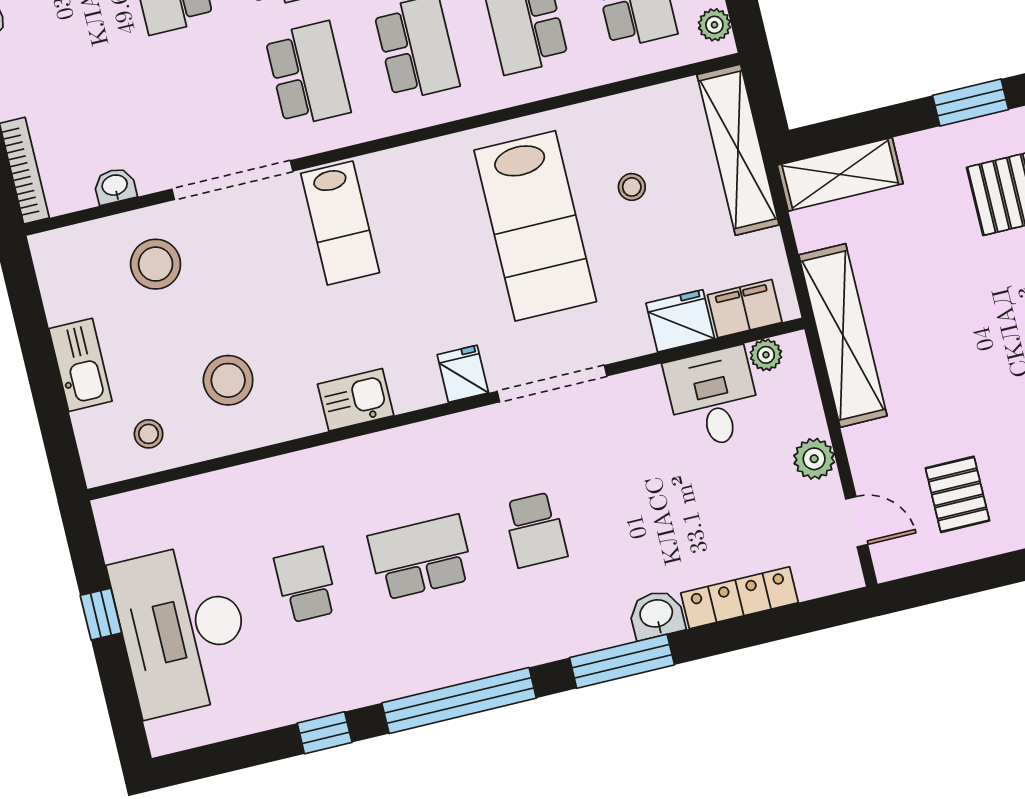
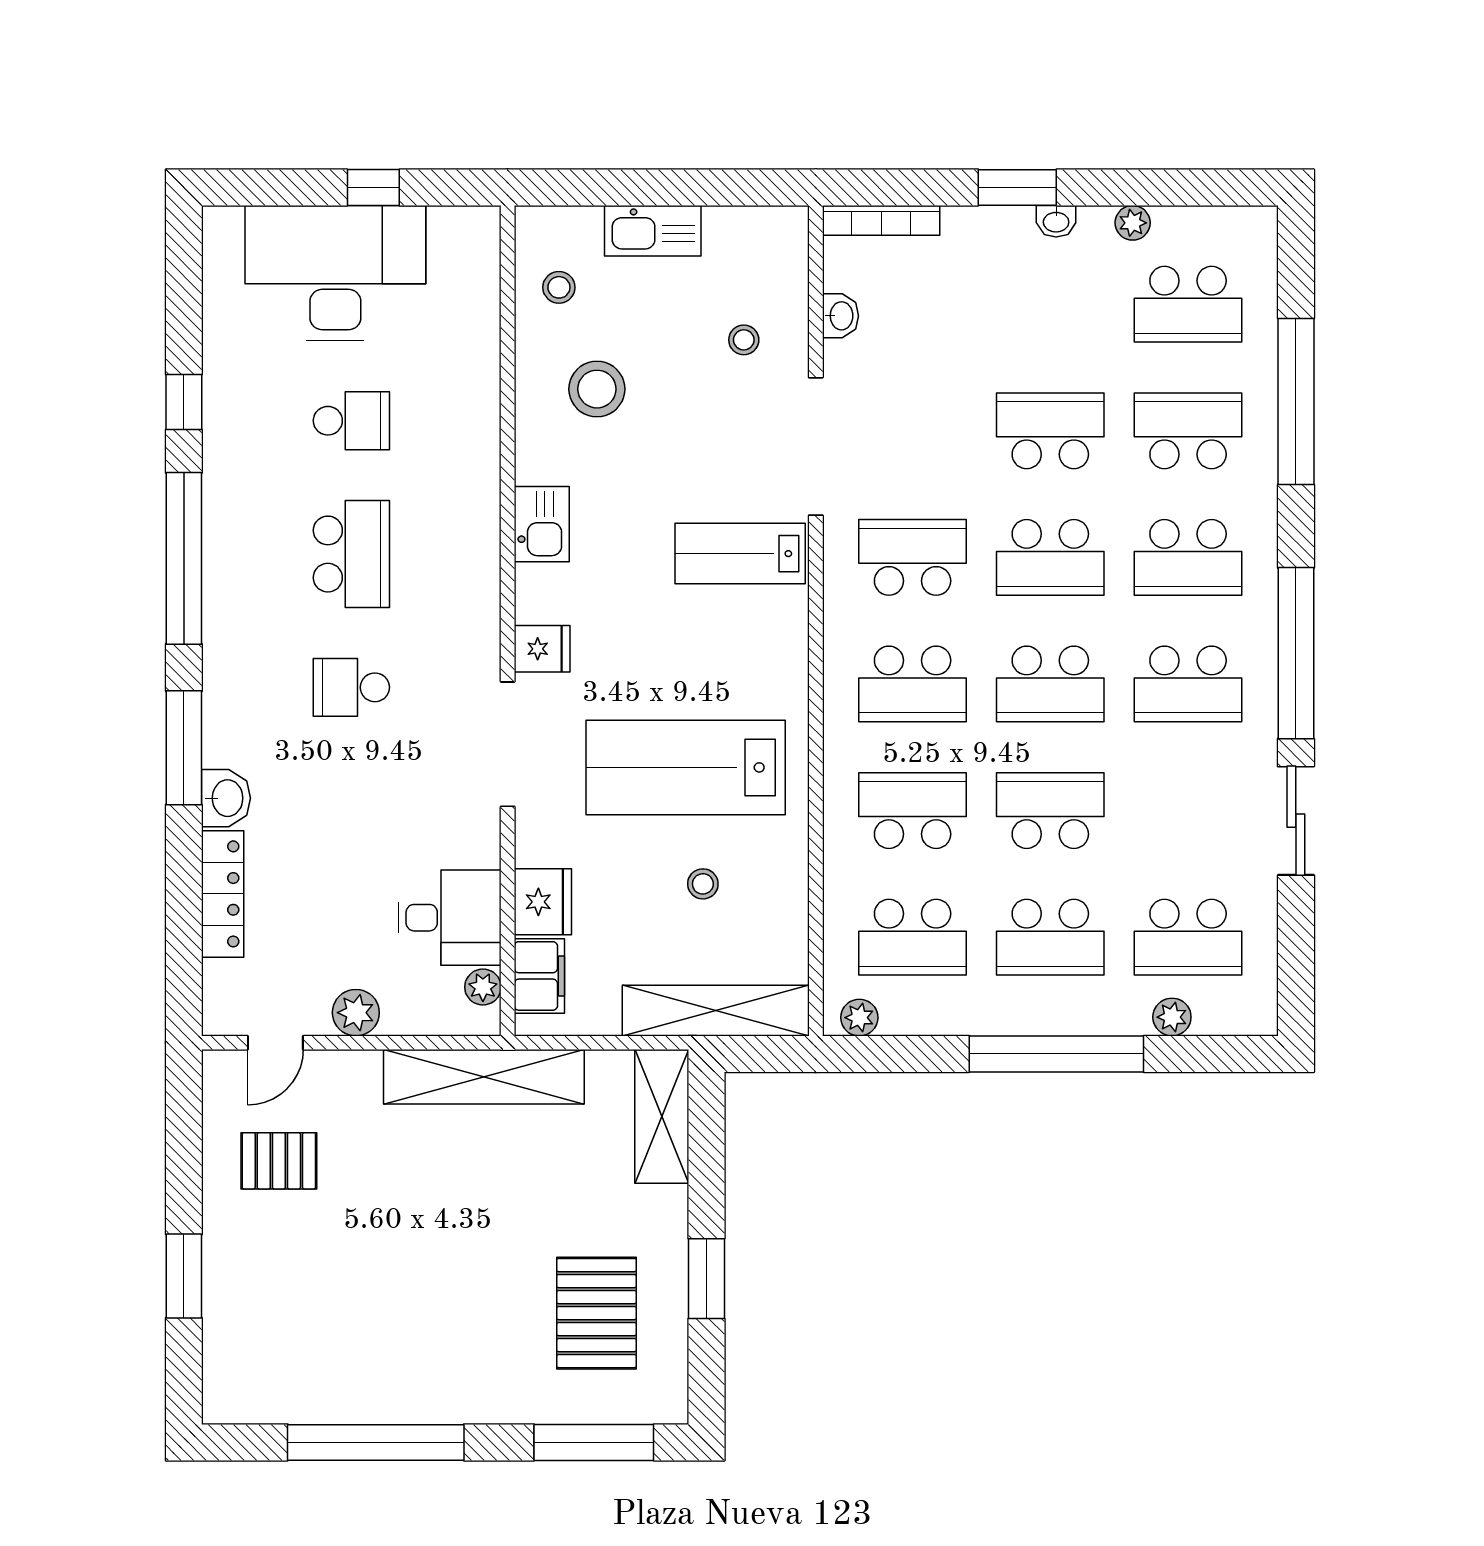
school desk: (308, 74) -> (913, 557), turned 180
stool: (156, 264) -> (744, 340), width x0.53, depth x0.53

